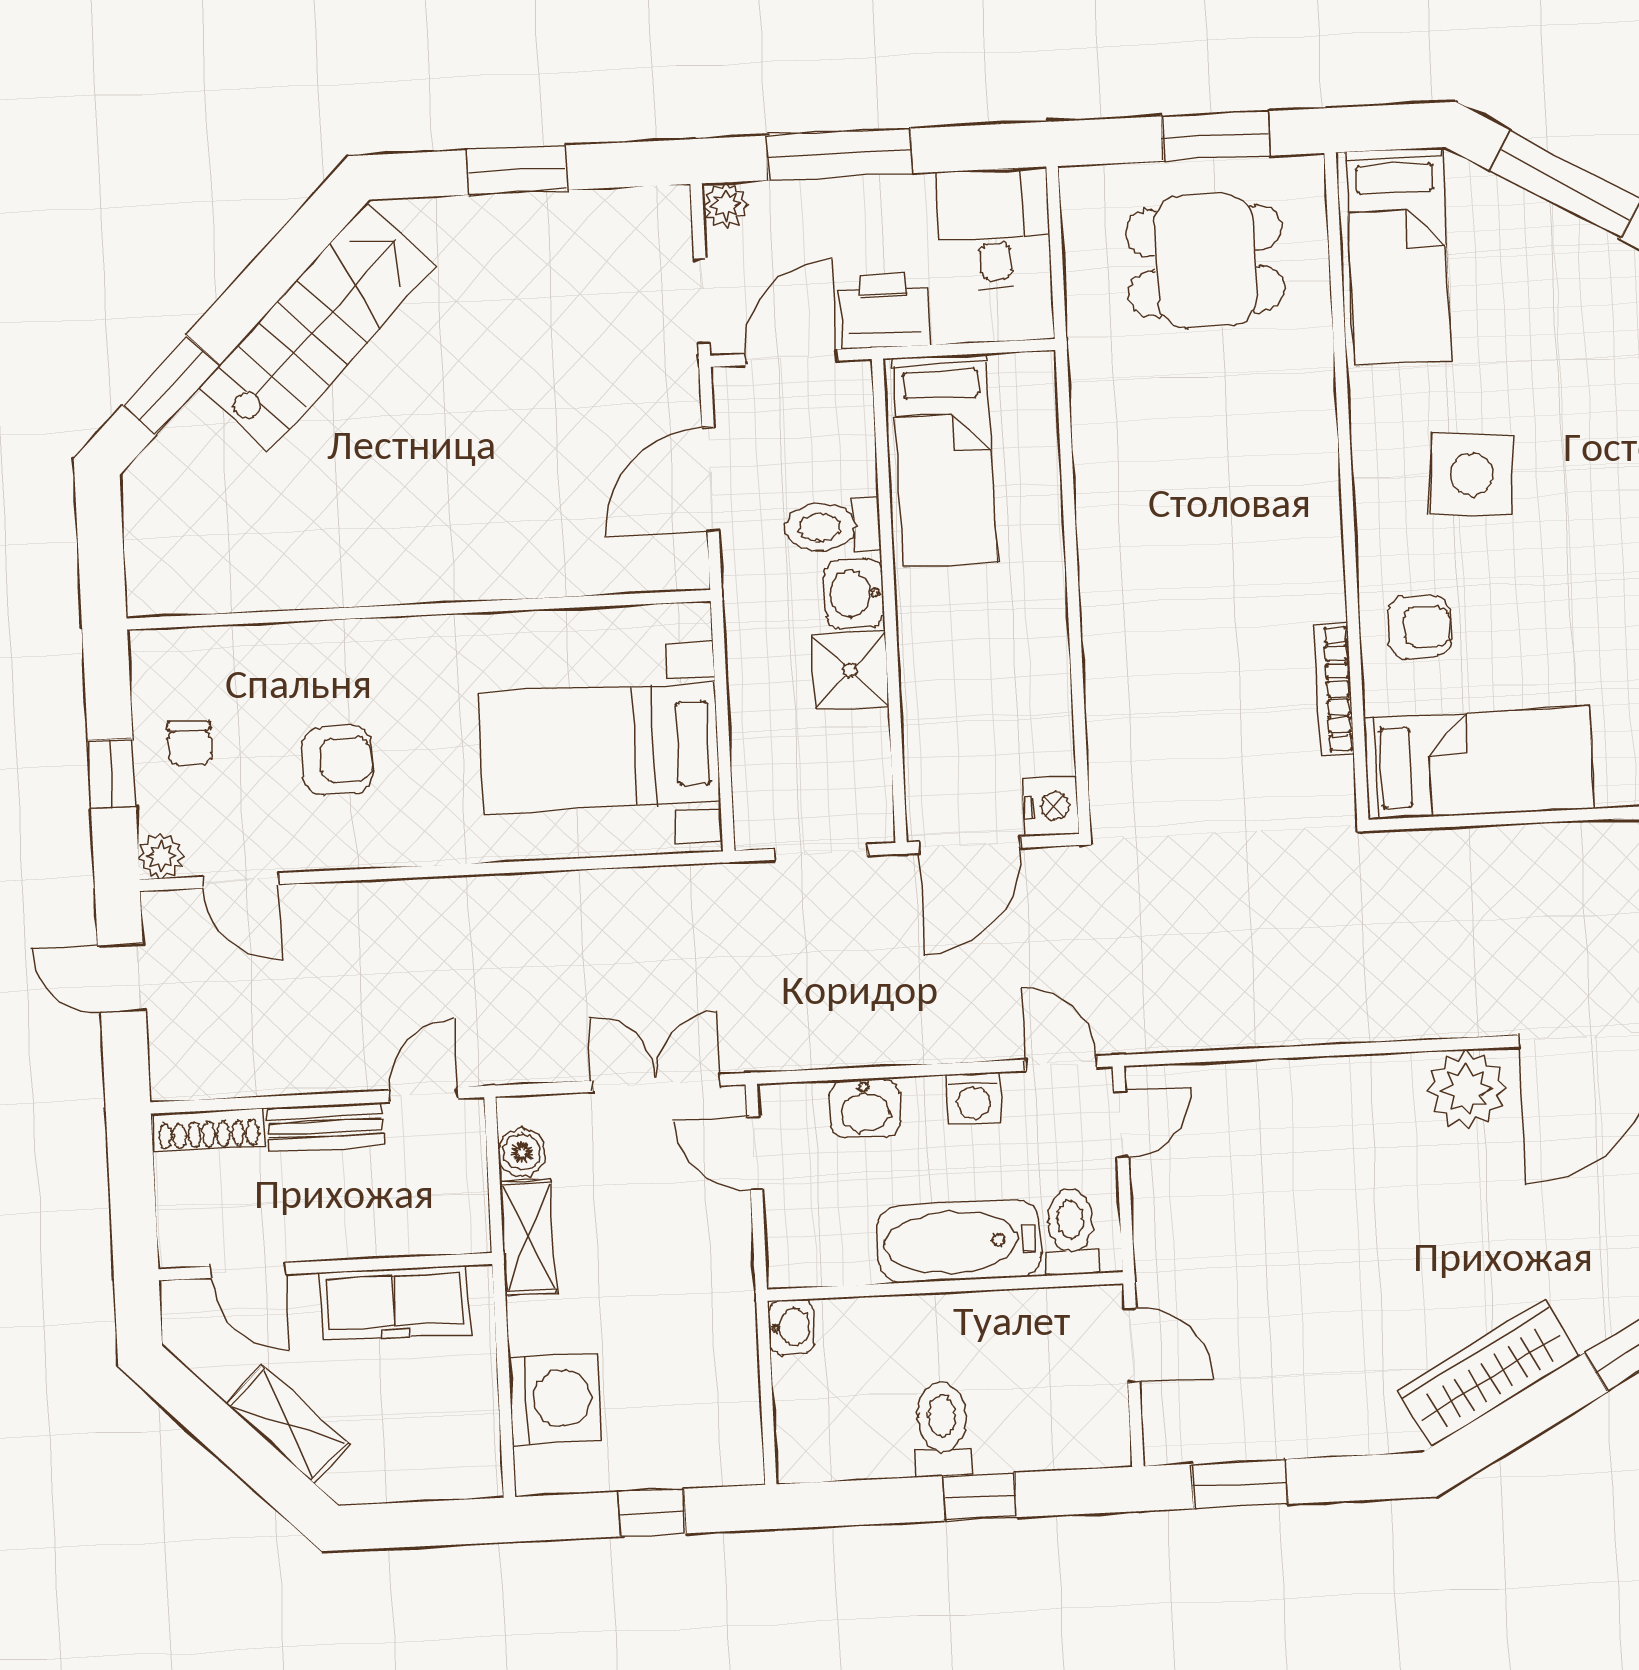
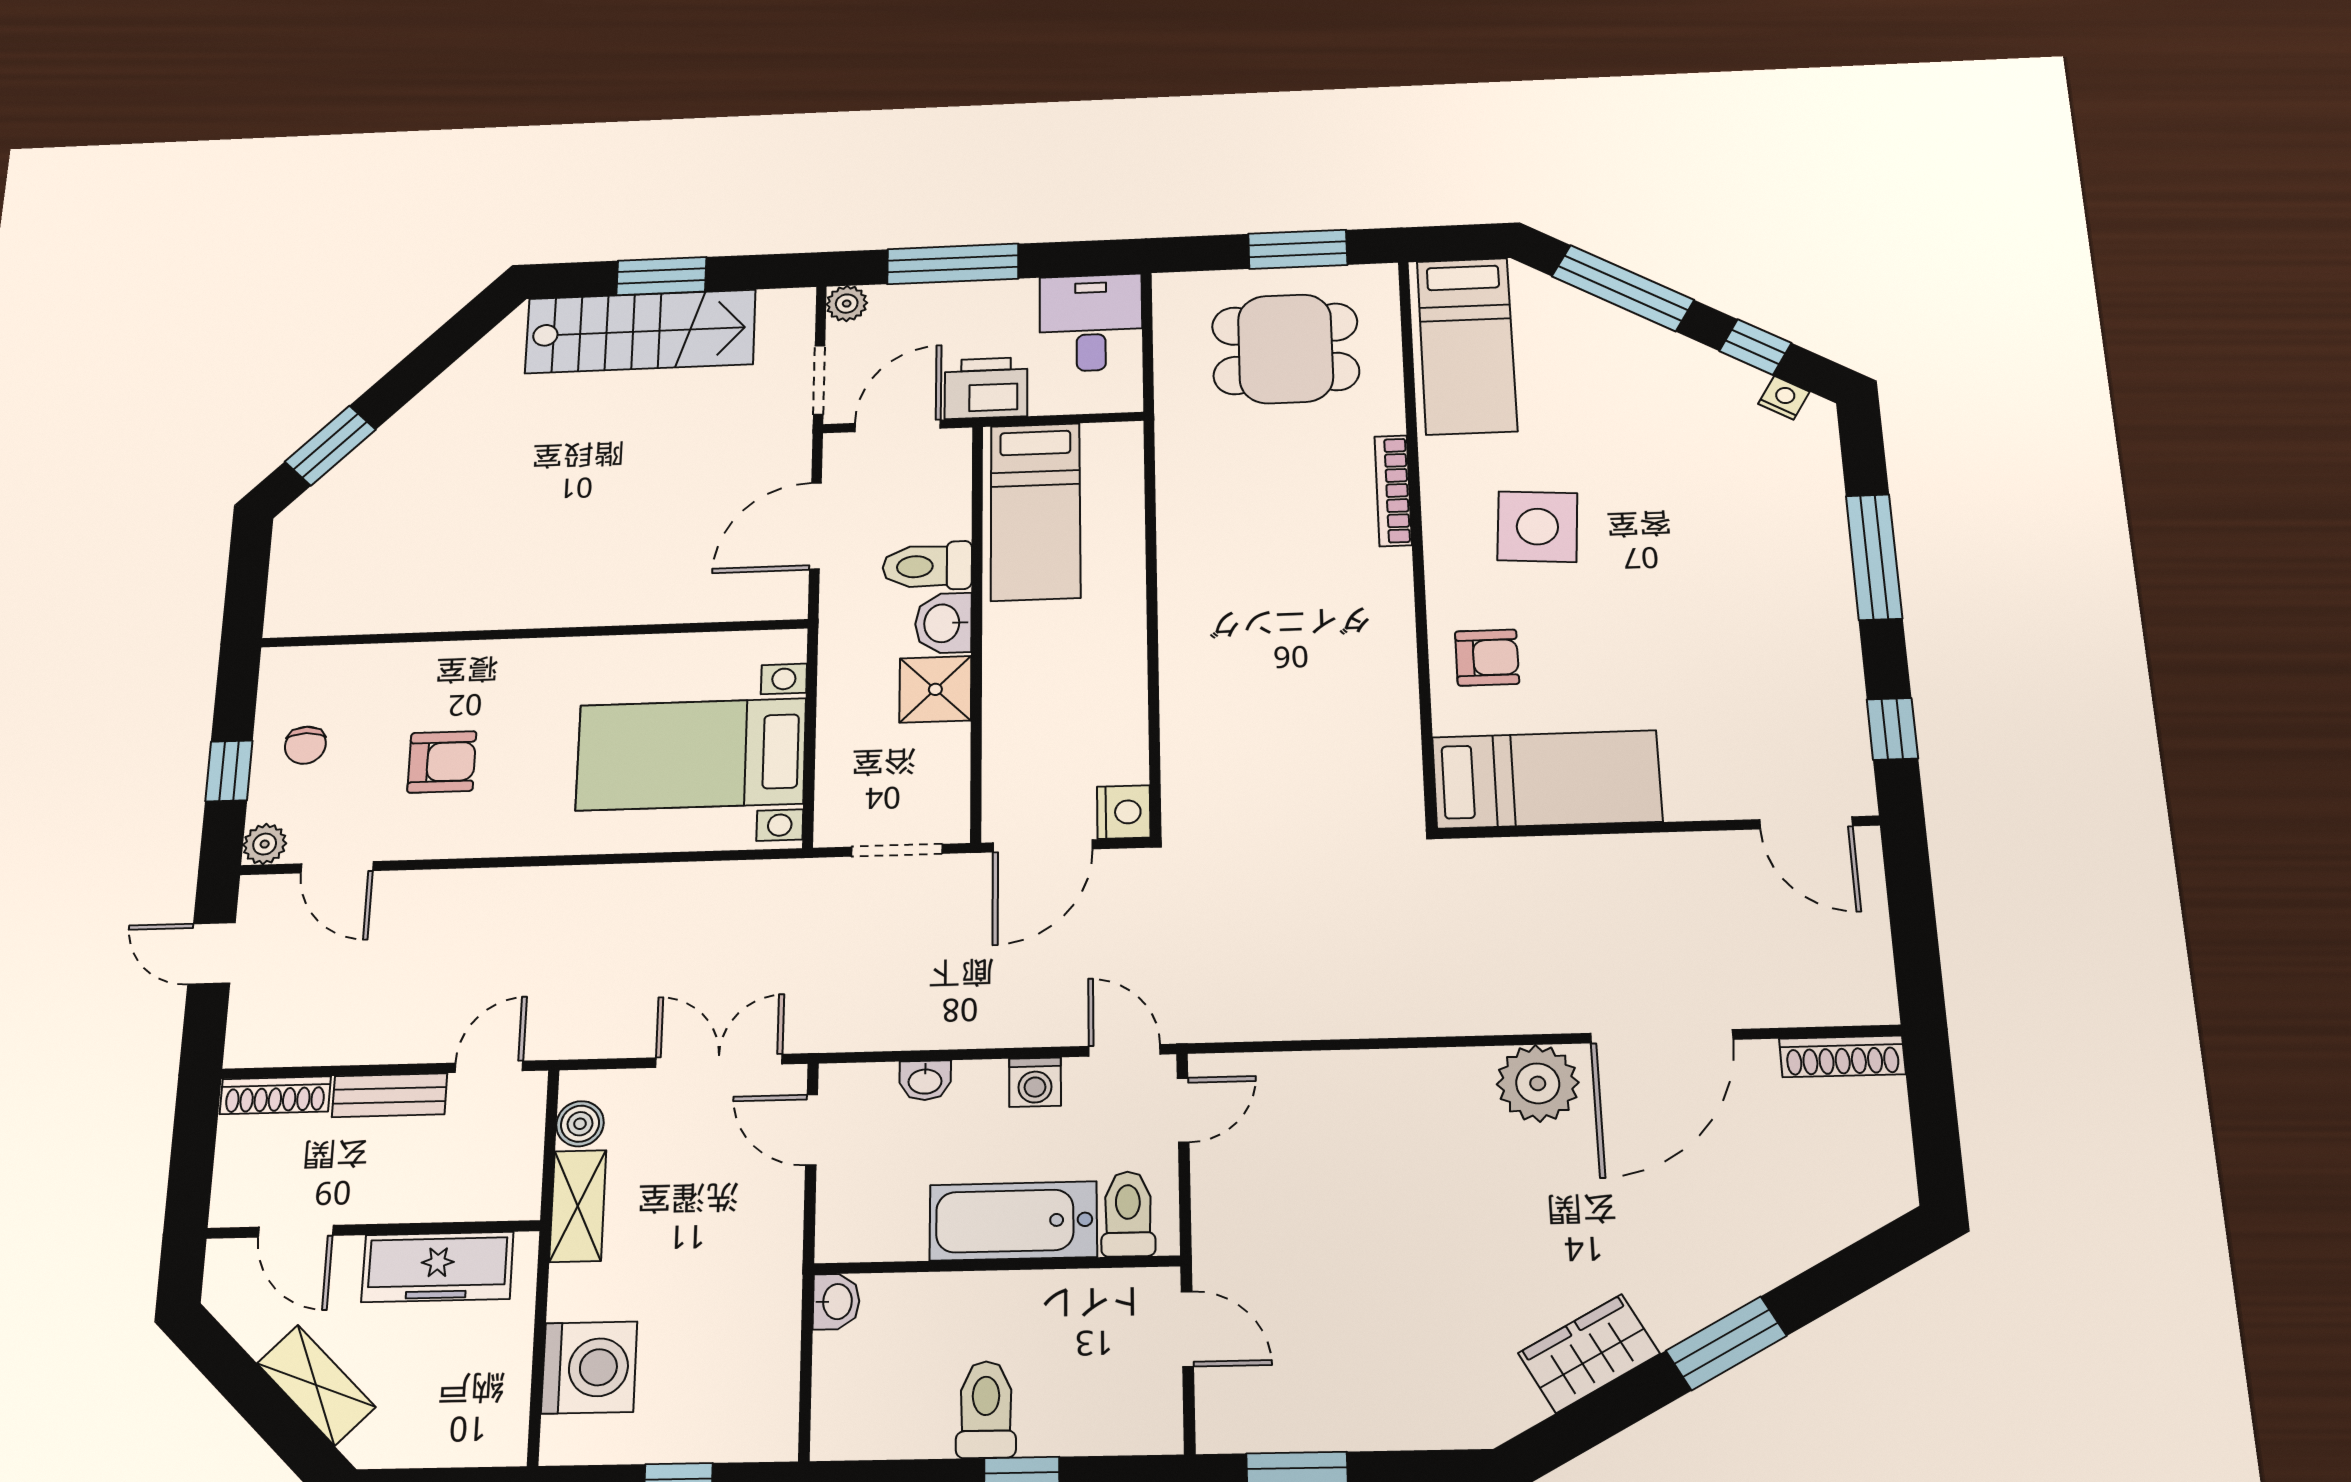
stairs: (318, 327) -> (640, 331), moved, turned 45
bookcase: (1334, 689) -> (1393, 491), moved
washbasin: (865, 1108) -> (925, 1080), width x0.72, depth x0.69
wardrobe: (1488, 1373) -> (1589, 1353), width x0.67

